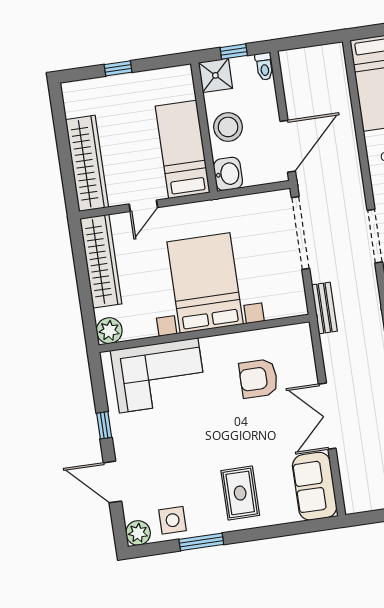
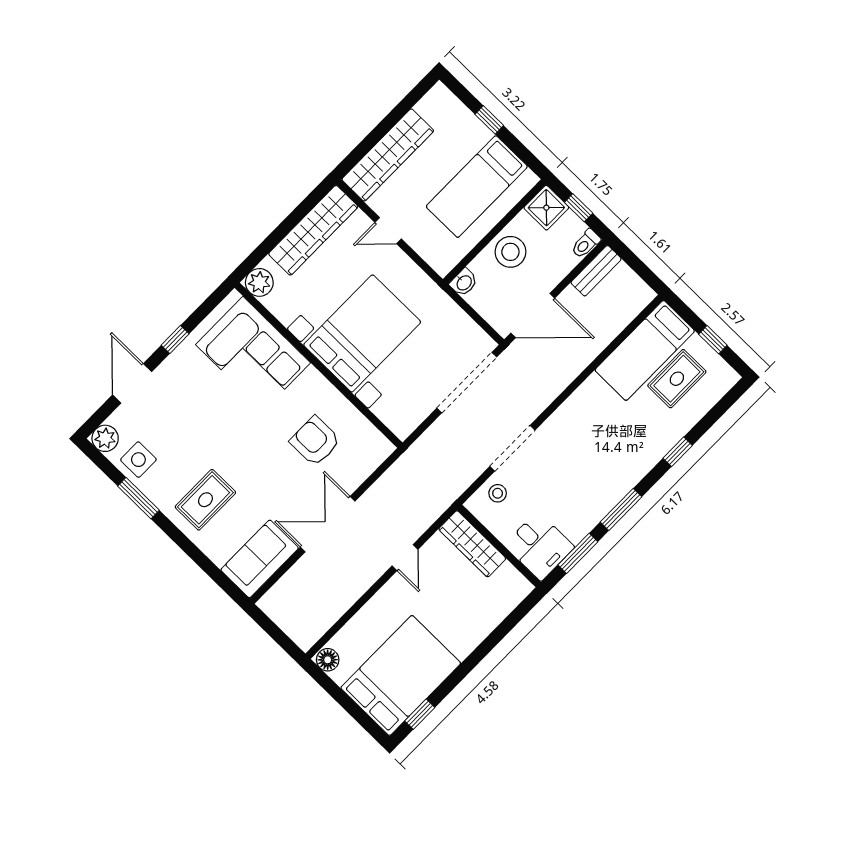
bed: (183, 149) -> (477, 187), moved, turned 180
washbasin: (228, 174) -> (464, 282), width x0.72, depth x0.69
bench: (324, 308) -> (596, 271), moved

